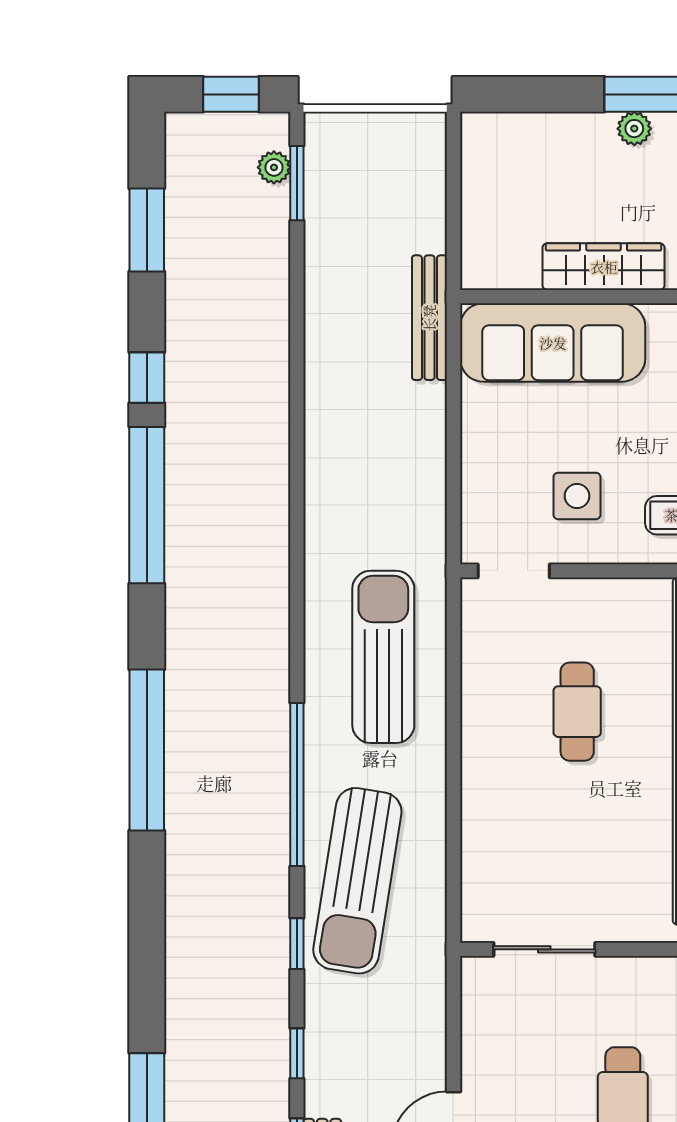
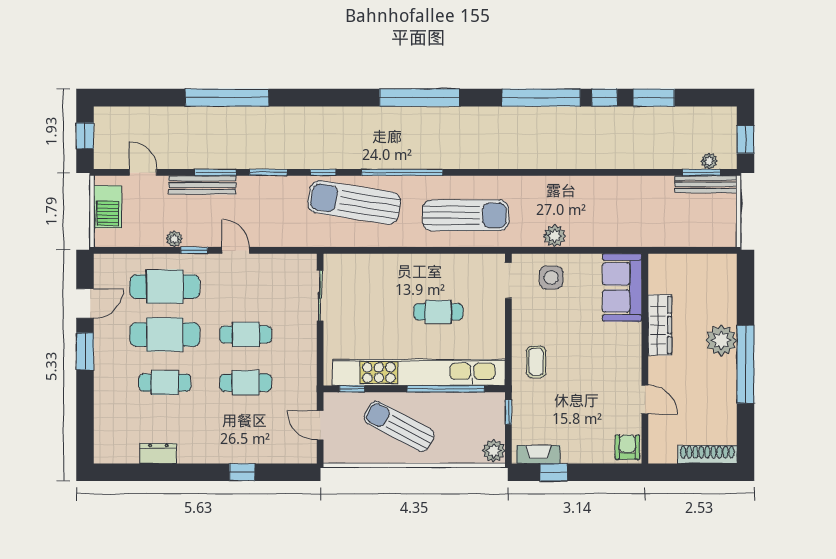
plant: (634, 129) -> (721, 340), width x1.88, depth x1.88
window: (147, 230) -> (654, 98), moved
bench: (429, 318) -> (706, 184), moved
sofa: (553, 343) -> (622, 287), width x0.73
plant: (424, 478) -> (555, 236), added
side table: (577, 496) -> (551, 278), moved
window: (297, 1053) -> (268, 172), width x1.50

